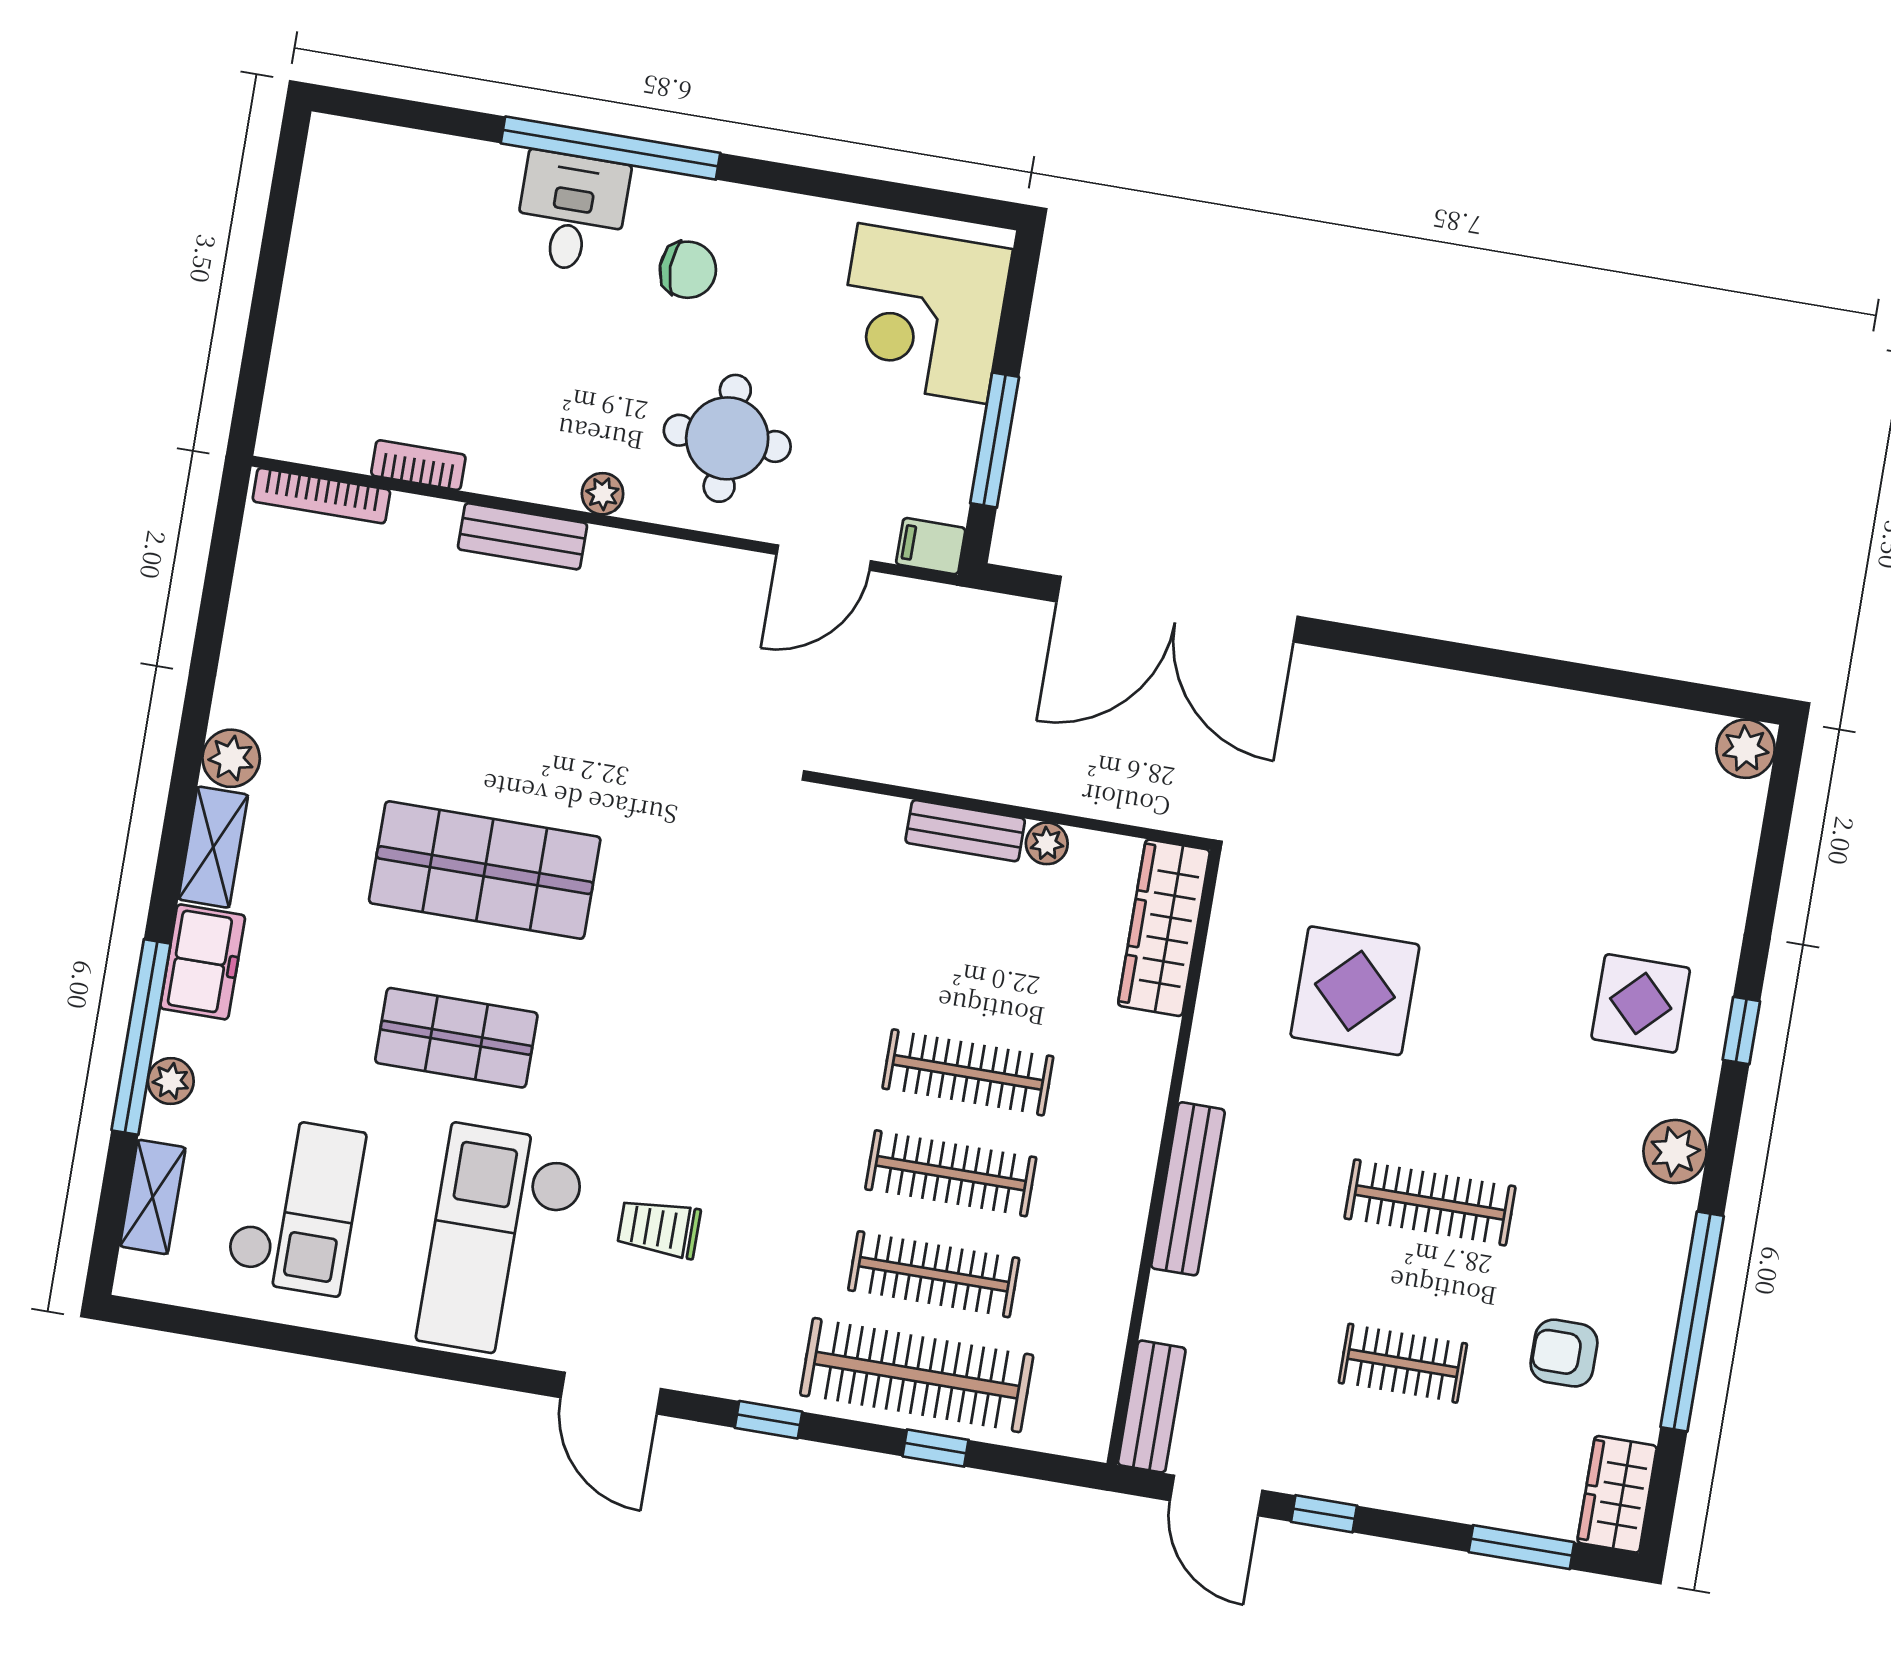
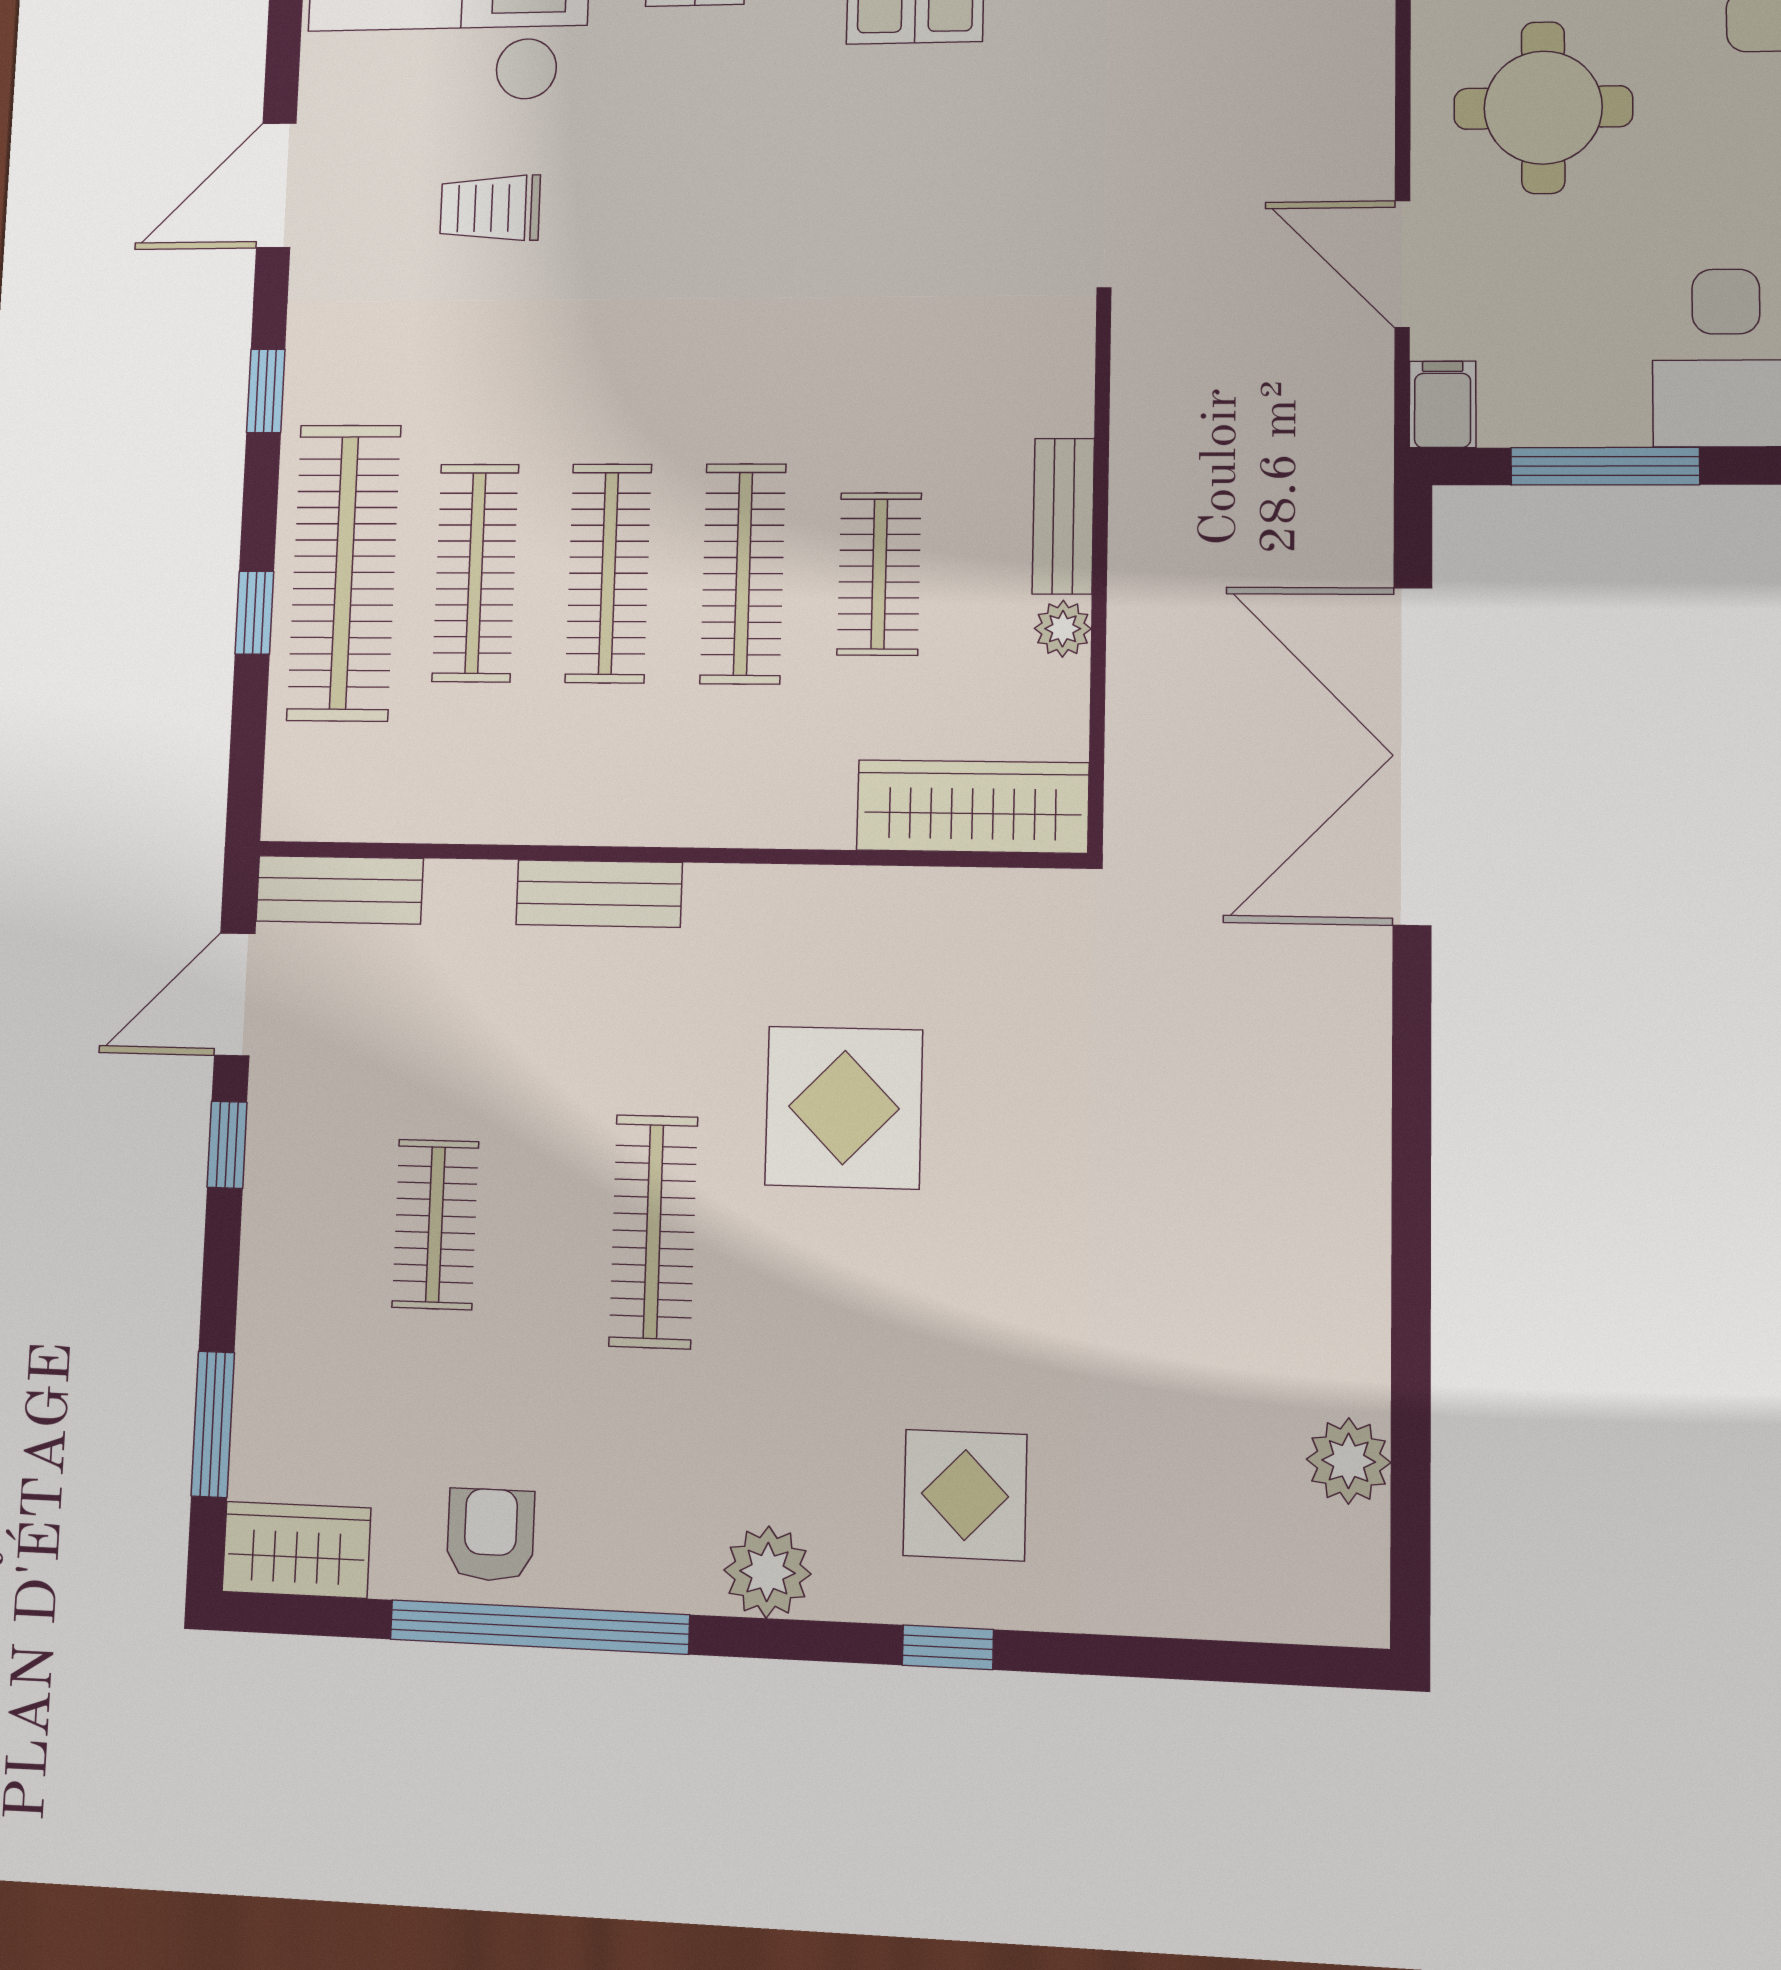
plant: (1746, 749) -> (1349, 1461), moved
clothes rail: (985, 971) -> (879, 574), added
display table: (1355, 991) -> (844, 1108), moved
bench: (1188, 1189) -> (599, 894), width x0.73
trolley: (659, 1228) -> (490, 208), turned -90
armchair: (1564, 1353) -> (491, 1535), moved

